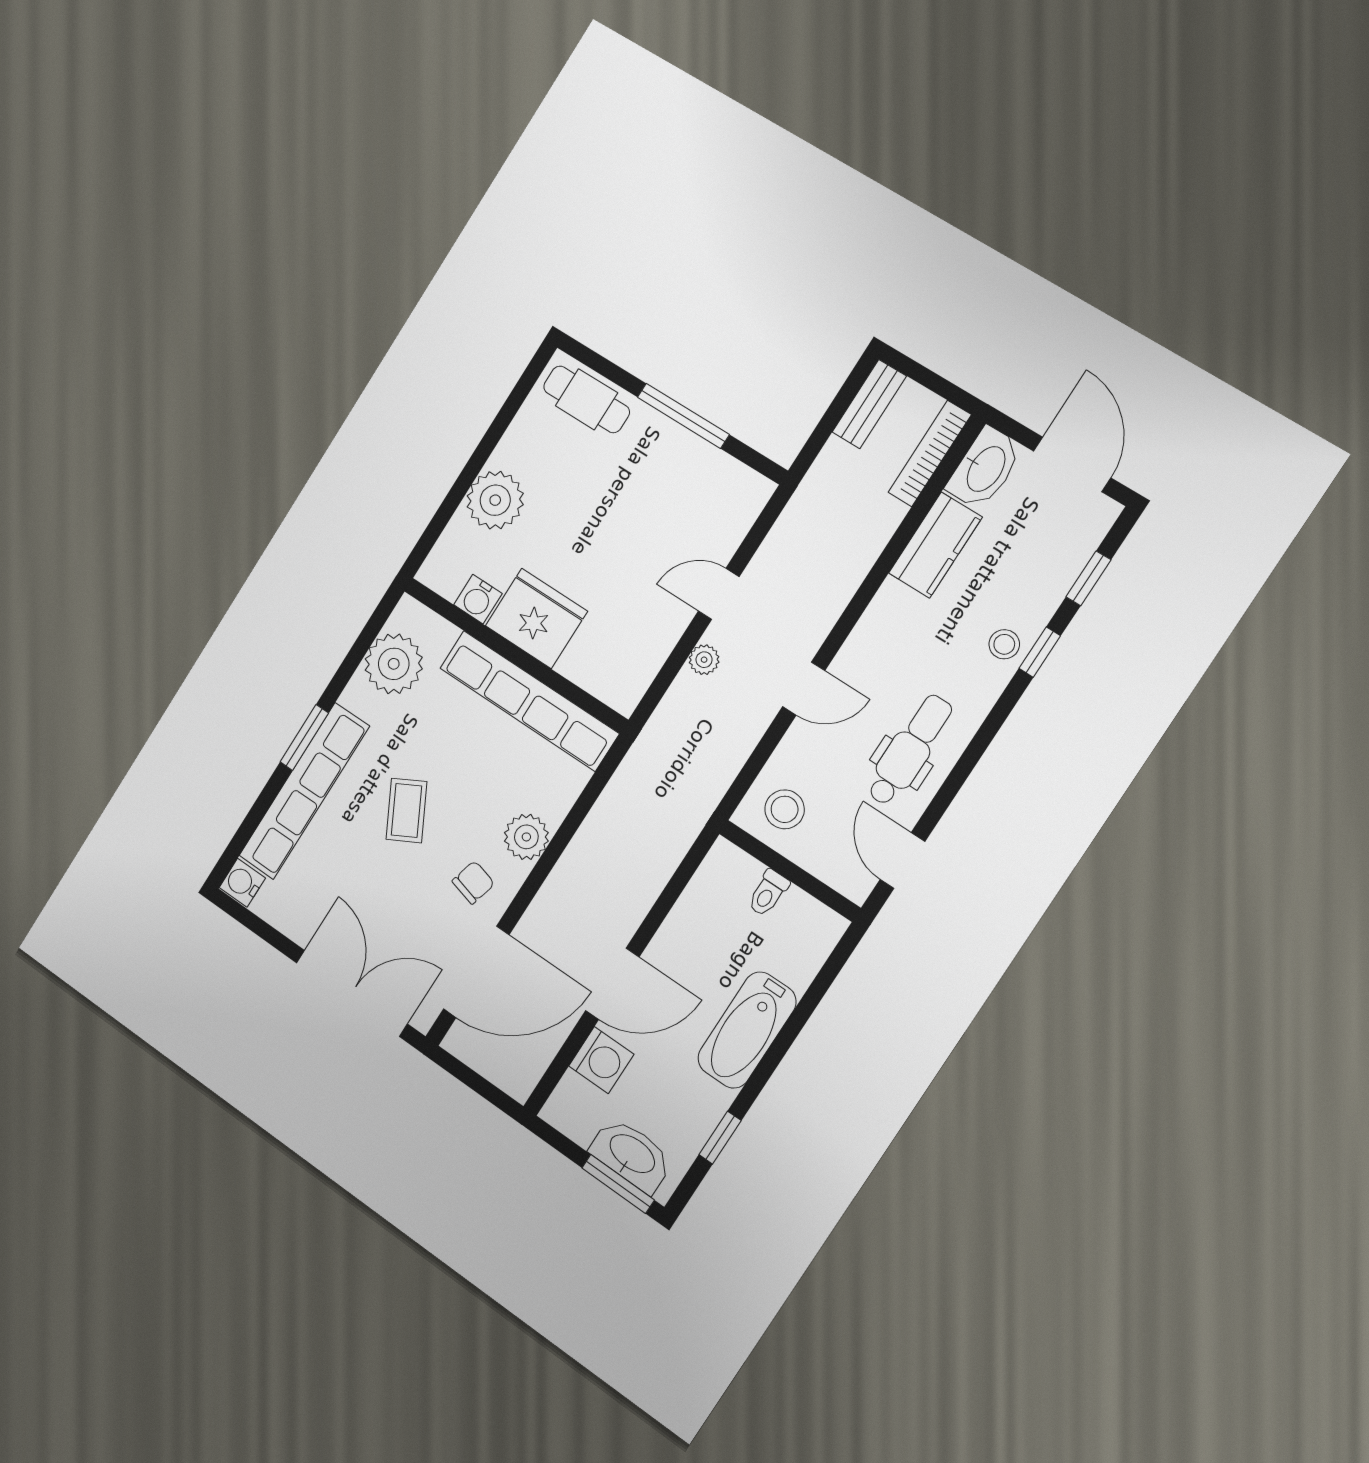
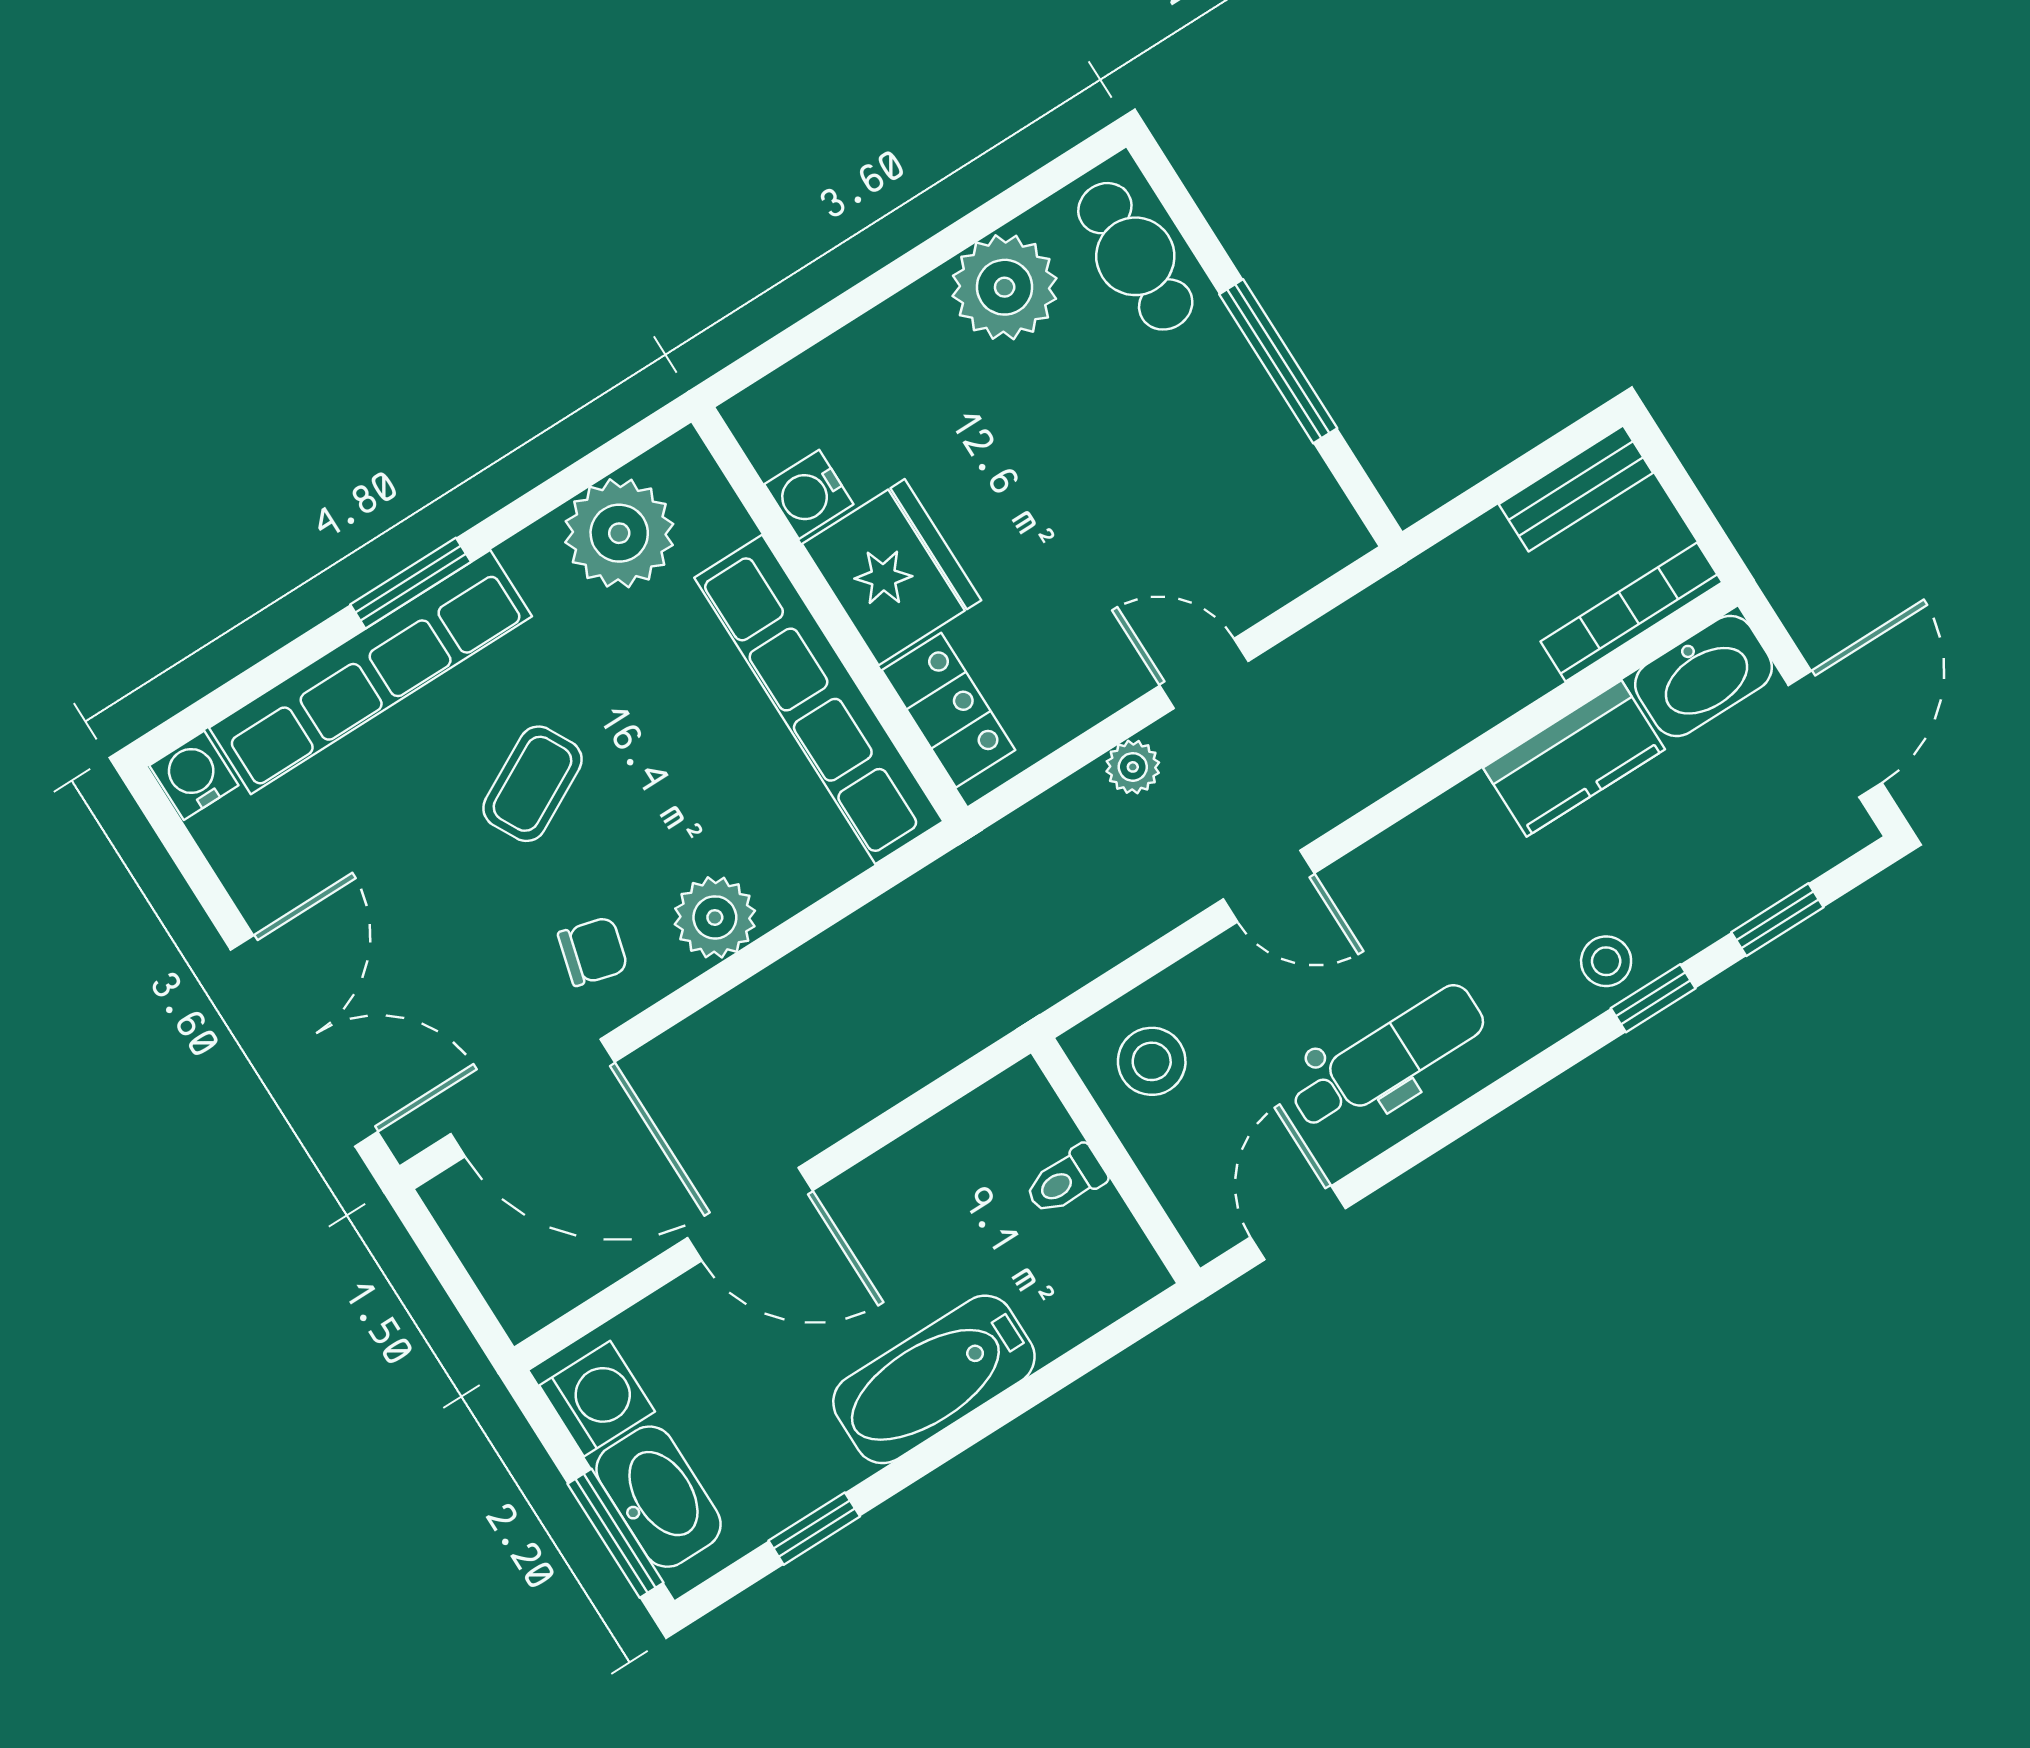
plant: (495, 500) -> (1005, 287), moved
locker: (596, 675) -> (948, 710), added
washing machine: (601, 1060) -> (597, 1399), moved, turned -90

